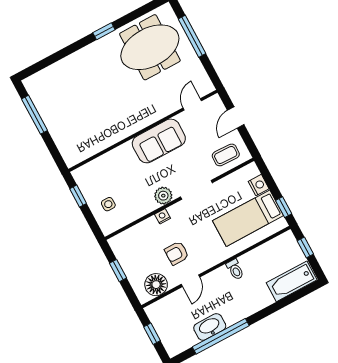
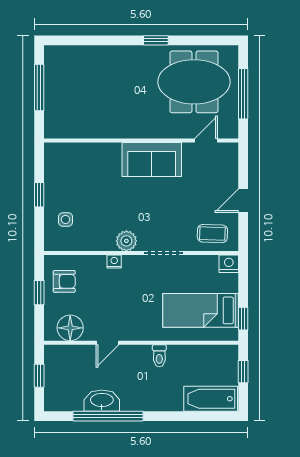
door: (192, 104) -> (206, 141), moved
wall: (143, 131) -> (141, 141), moved
sofa: (159, 141) -> (152, 160), moved
nightstand: (259, 185) -> (229, 264), moved, turned -90
armchair: (177, 253) -> (64, 281), moved, turned 180

